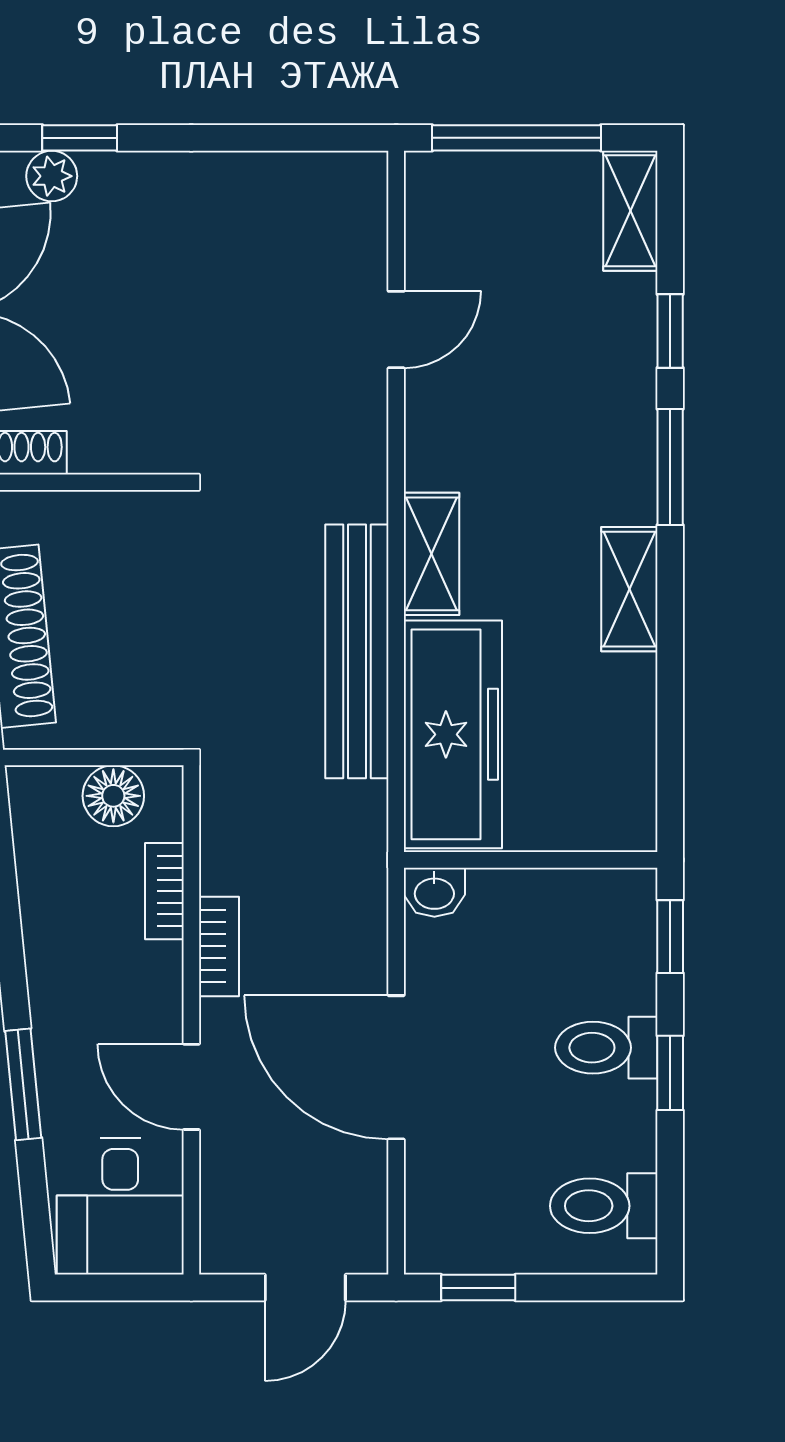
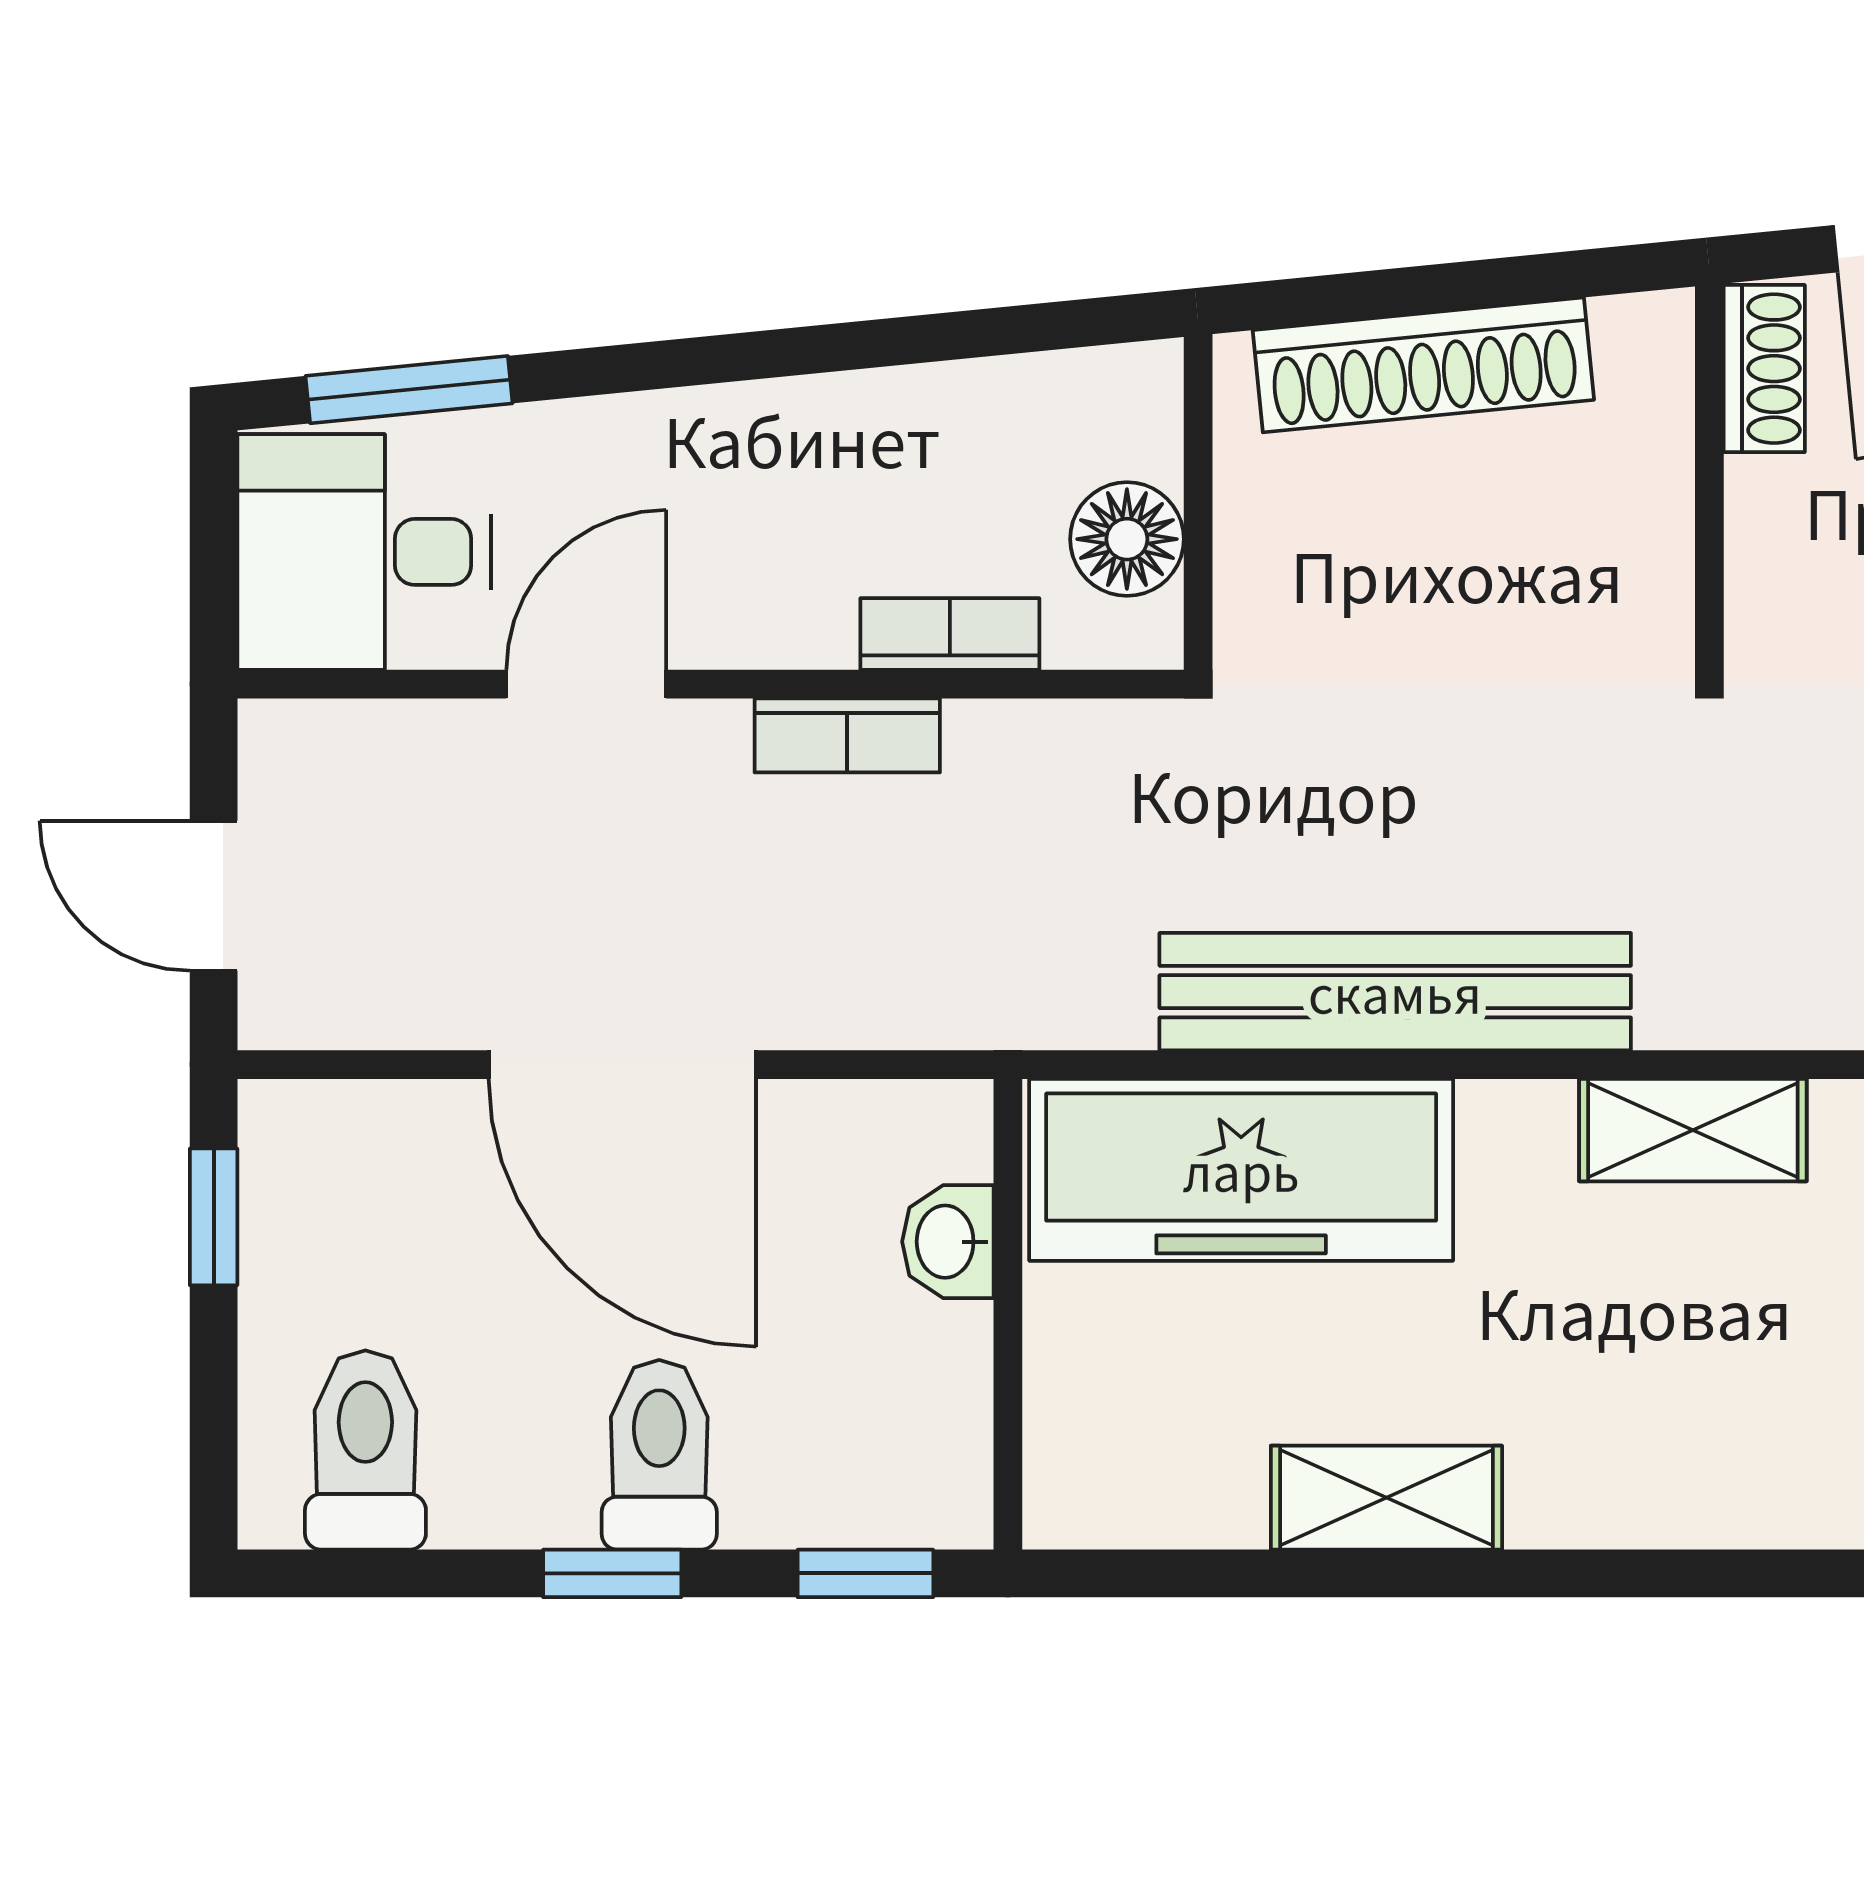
window: (670, 467) -> (1738, 1573), removed
shelving: (431, 554) -> (1693, 1130), moved
shelving: (629, 589) -> (1386, 1498), moved
washbasin: (434, 892) -> (948, 1242), moved
door: (396, 1067) -> (622, 1065), swing flipped
window: (23, 1084) -> (409, 390), moved

